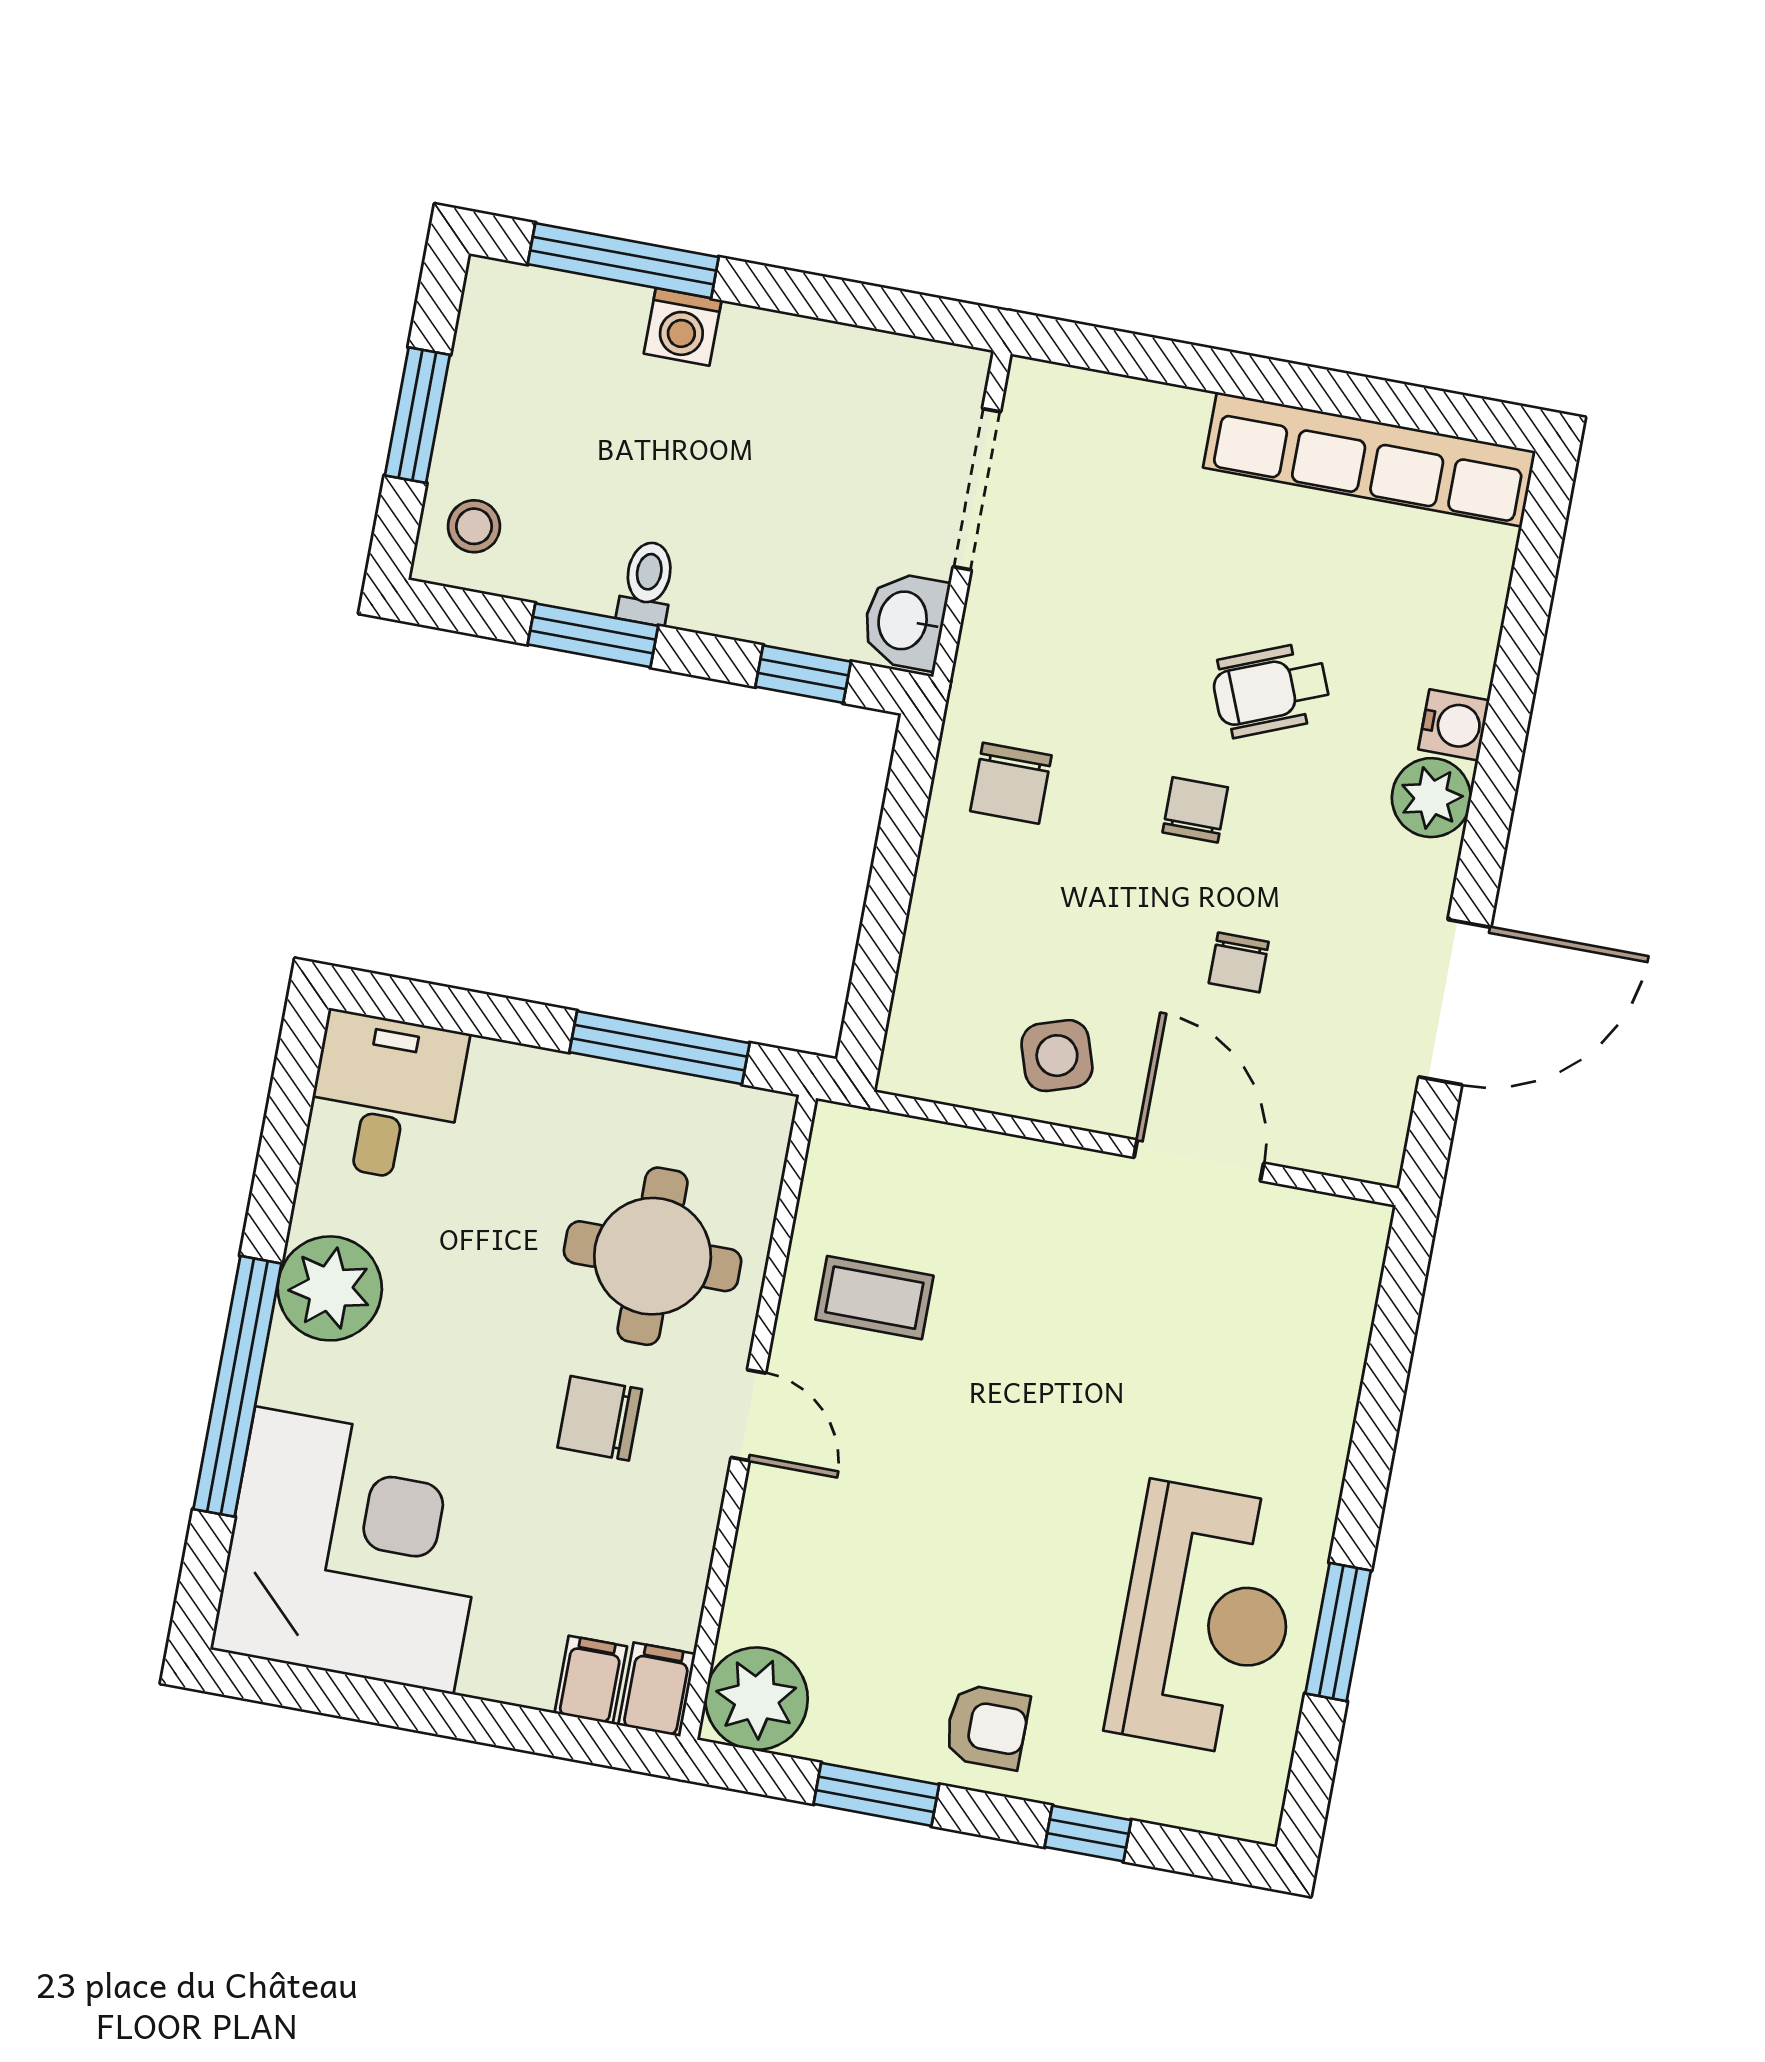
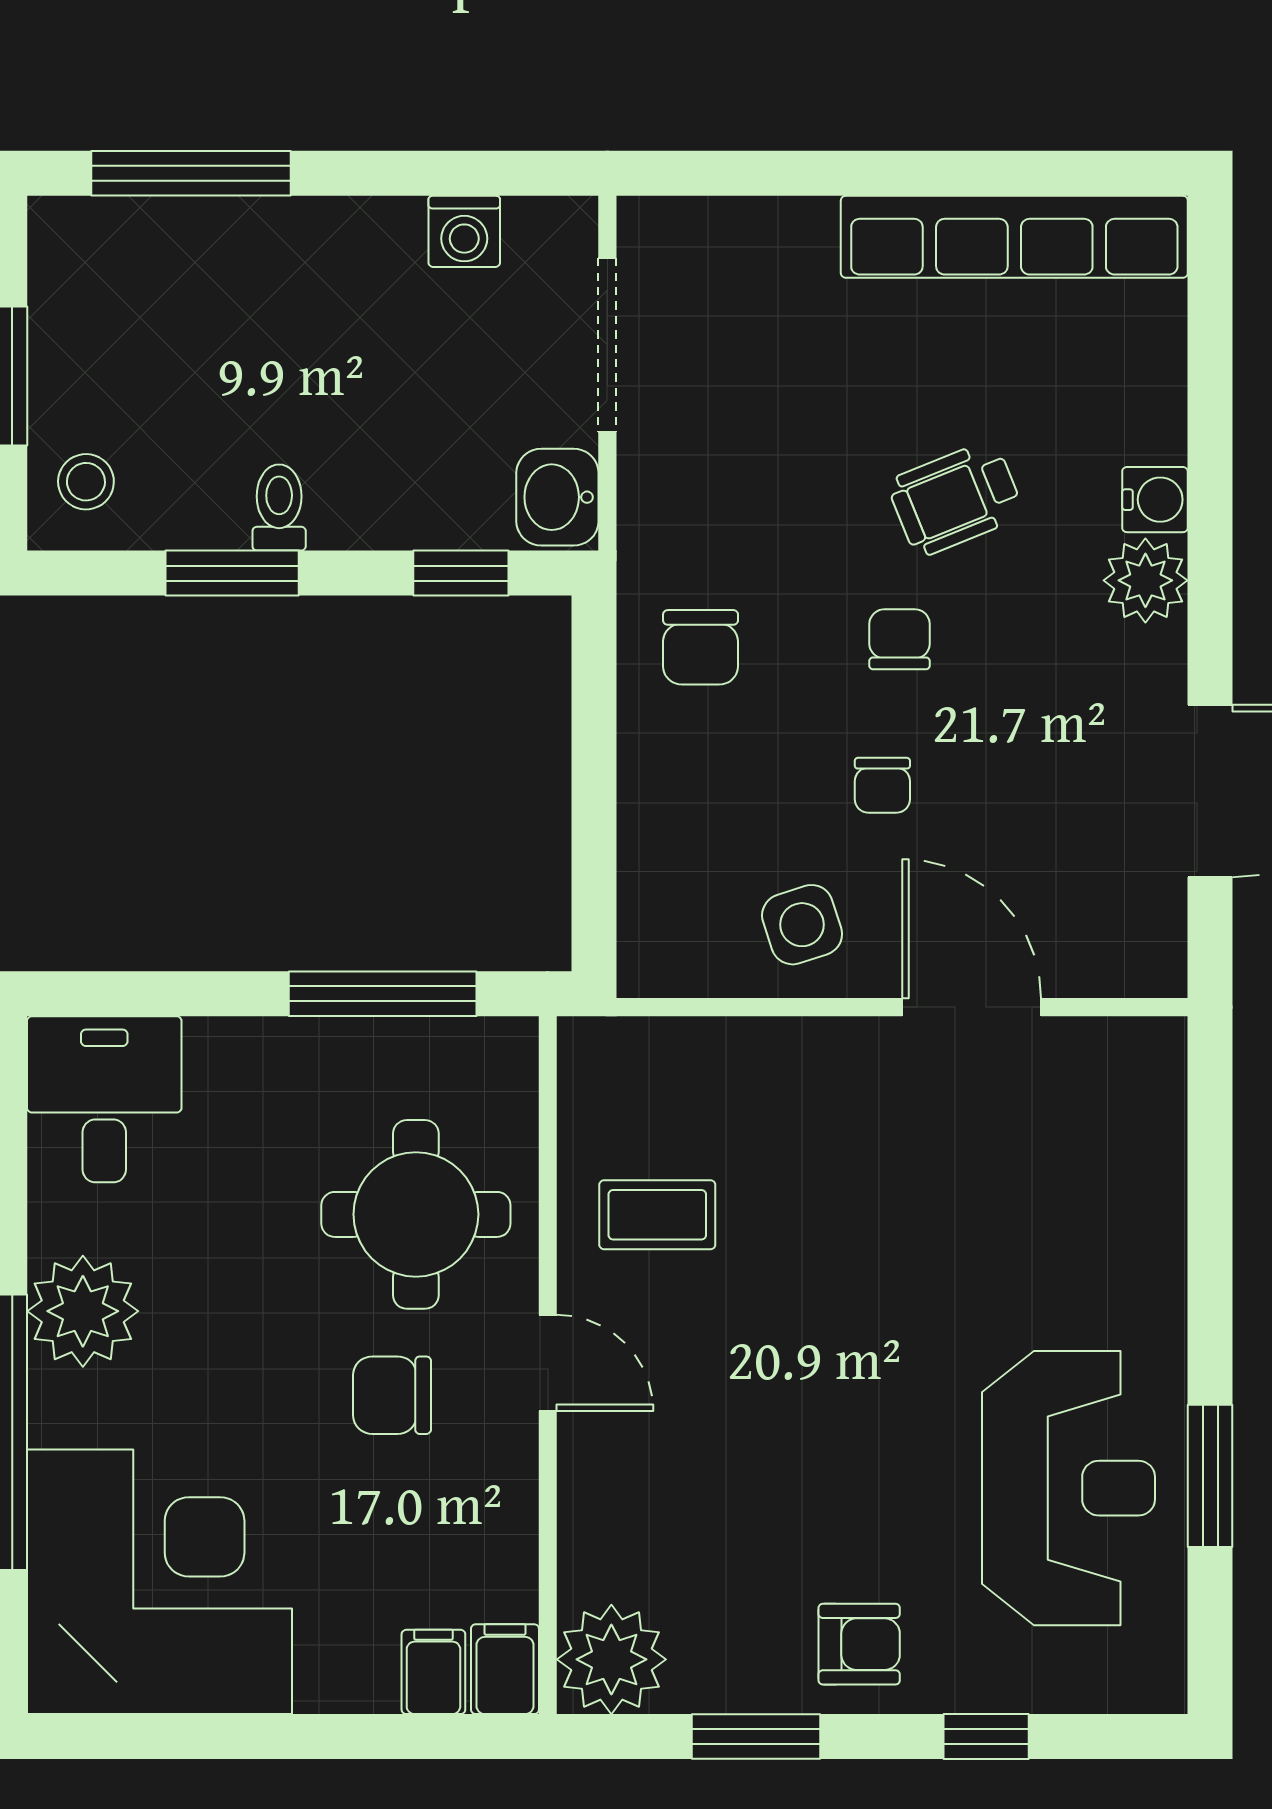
washing machine: (683, 327) -> (464, 231), moved
chair: (1239, 962) -> (882, 785), moved

